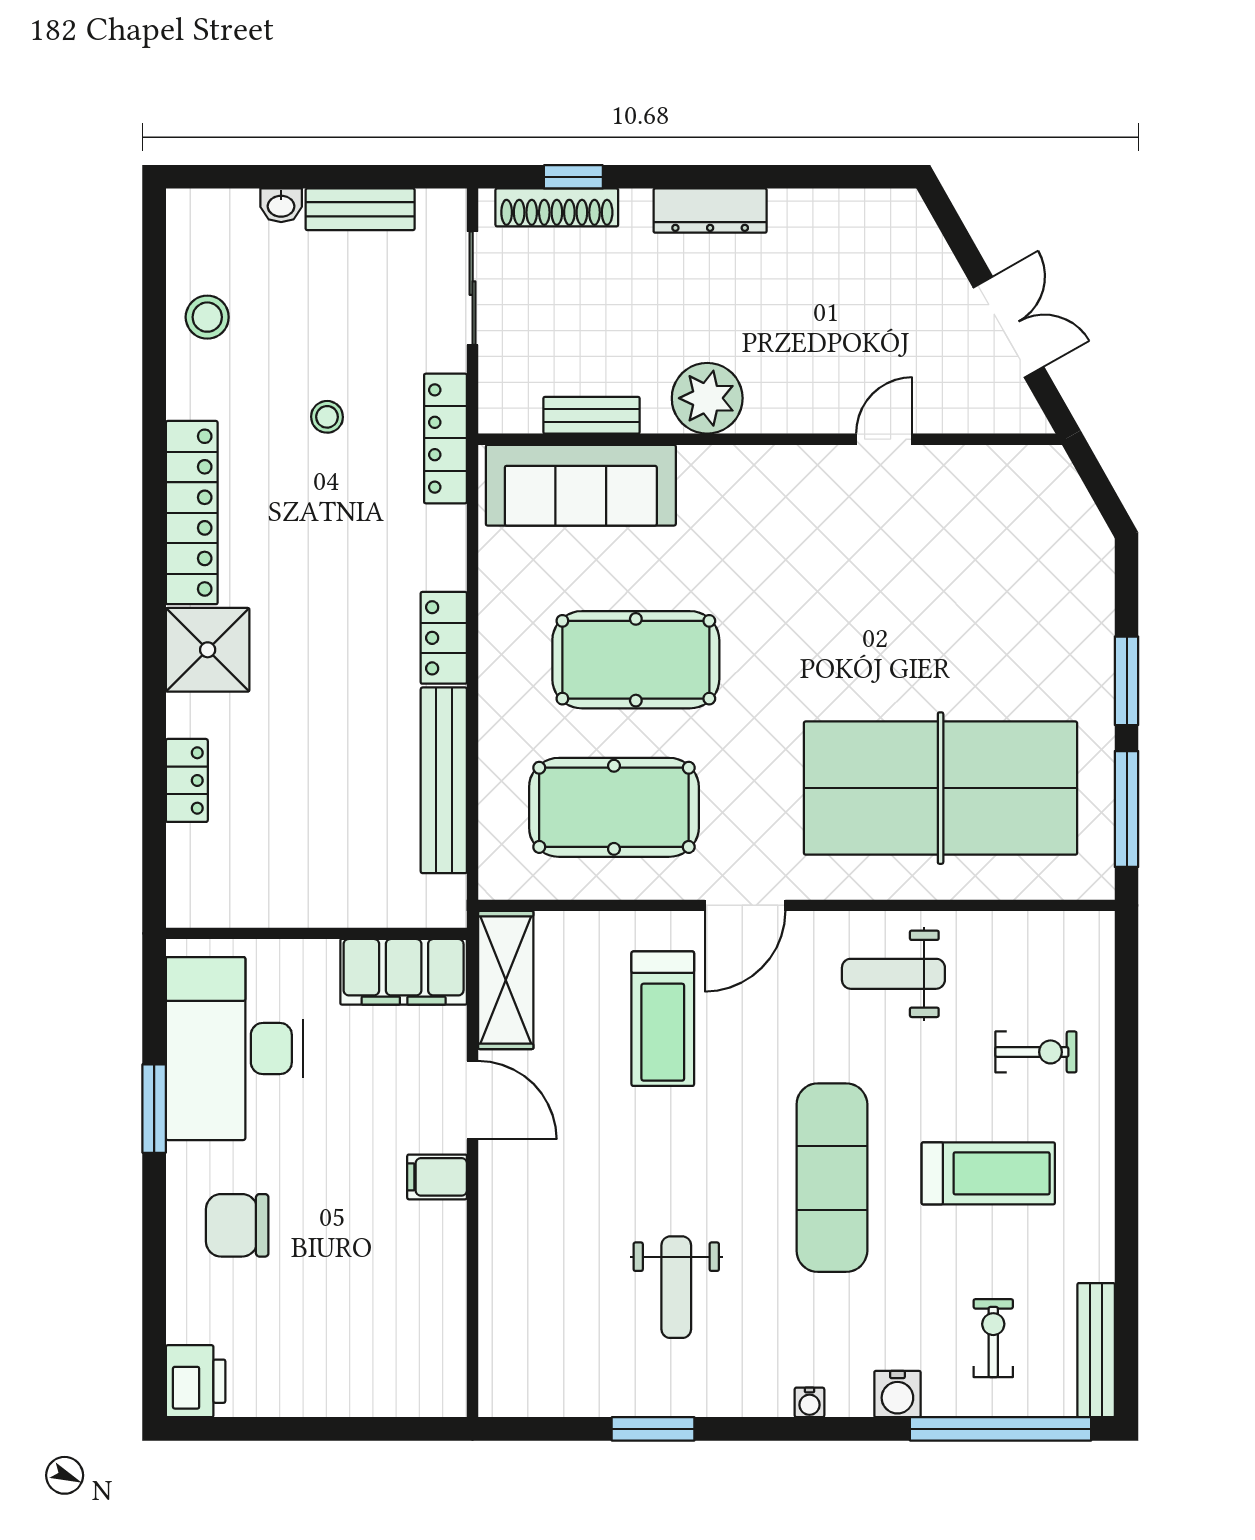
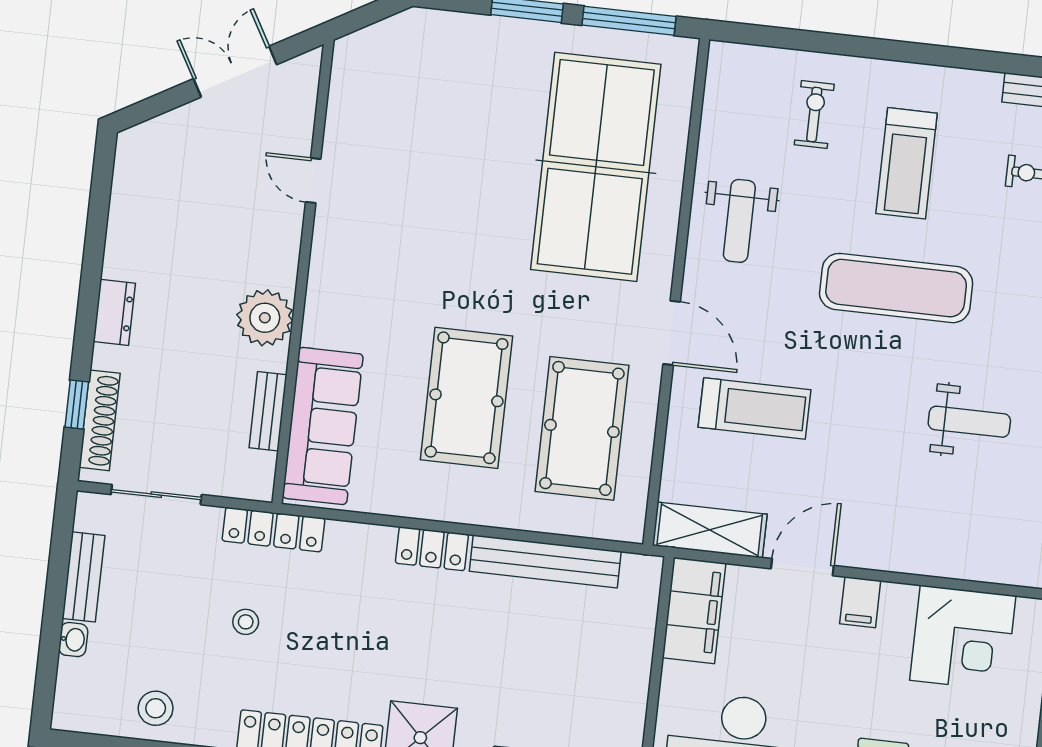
dresser: (710, 211) -> (114, 312), width x0.70
treadmill: (988, 1173) -> (907, 163), turned 180
corner desk: (407, 1309) -> (963, 638), added

